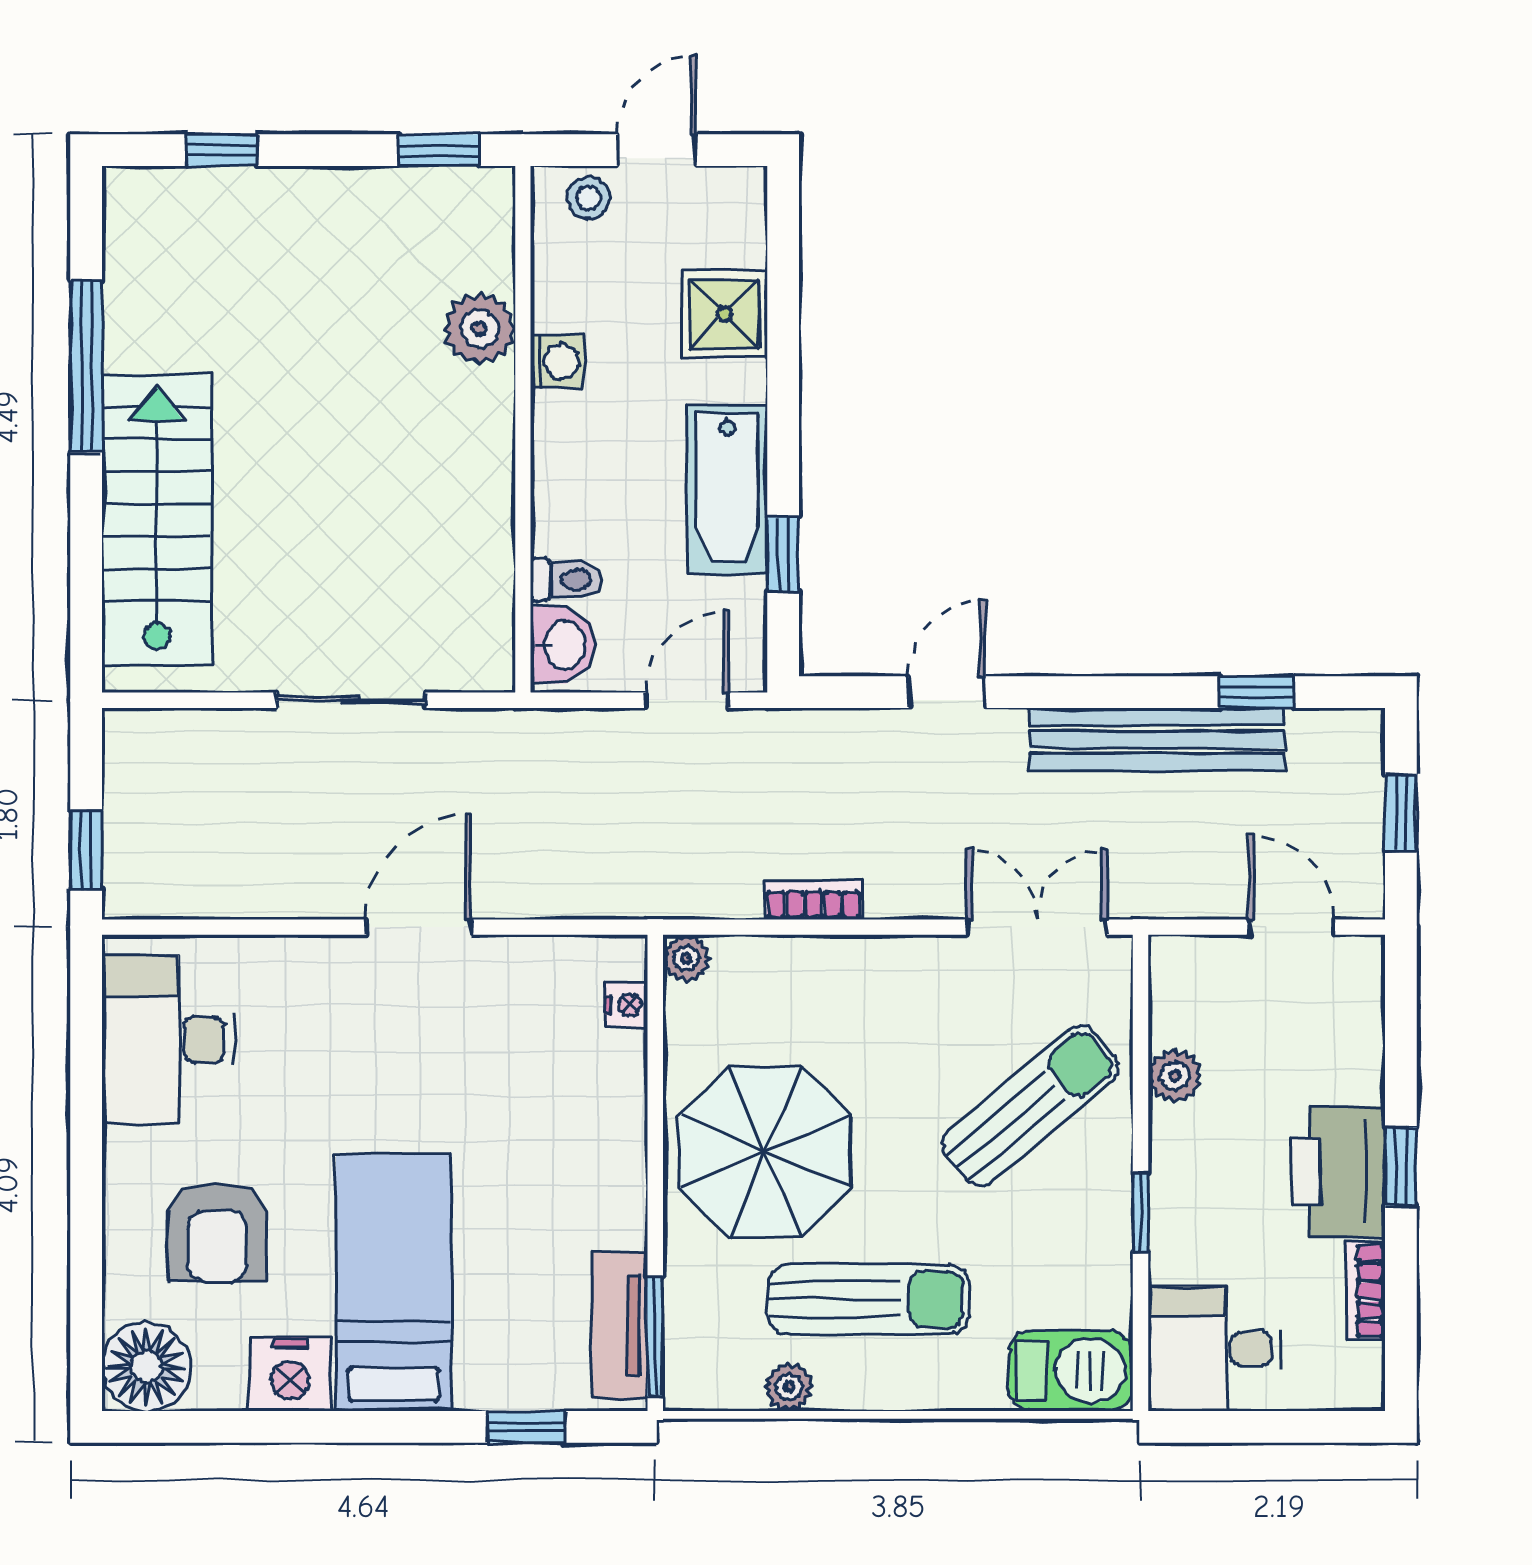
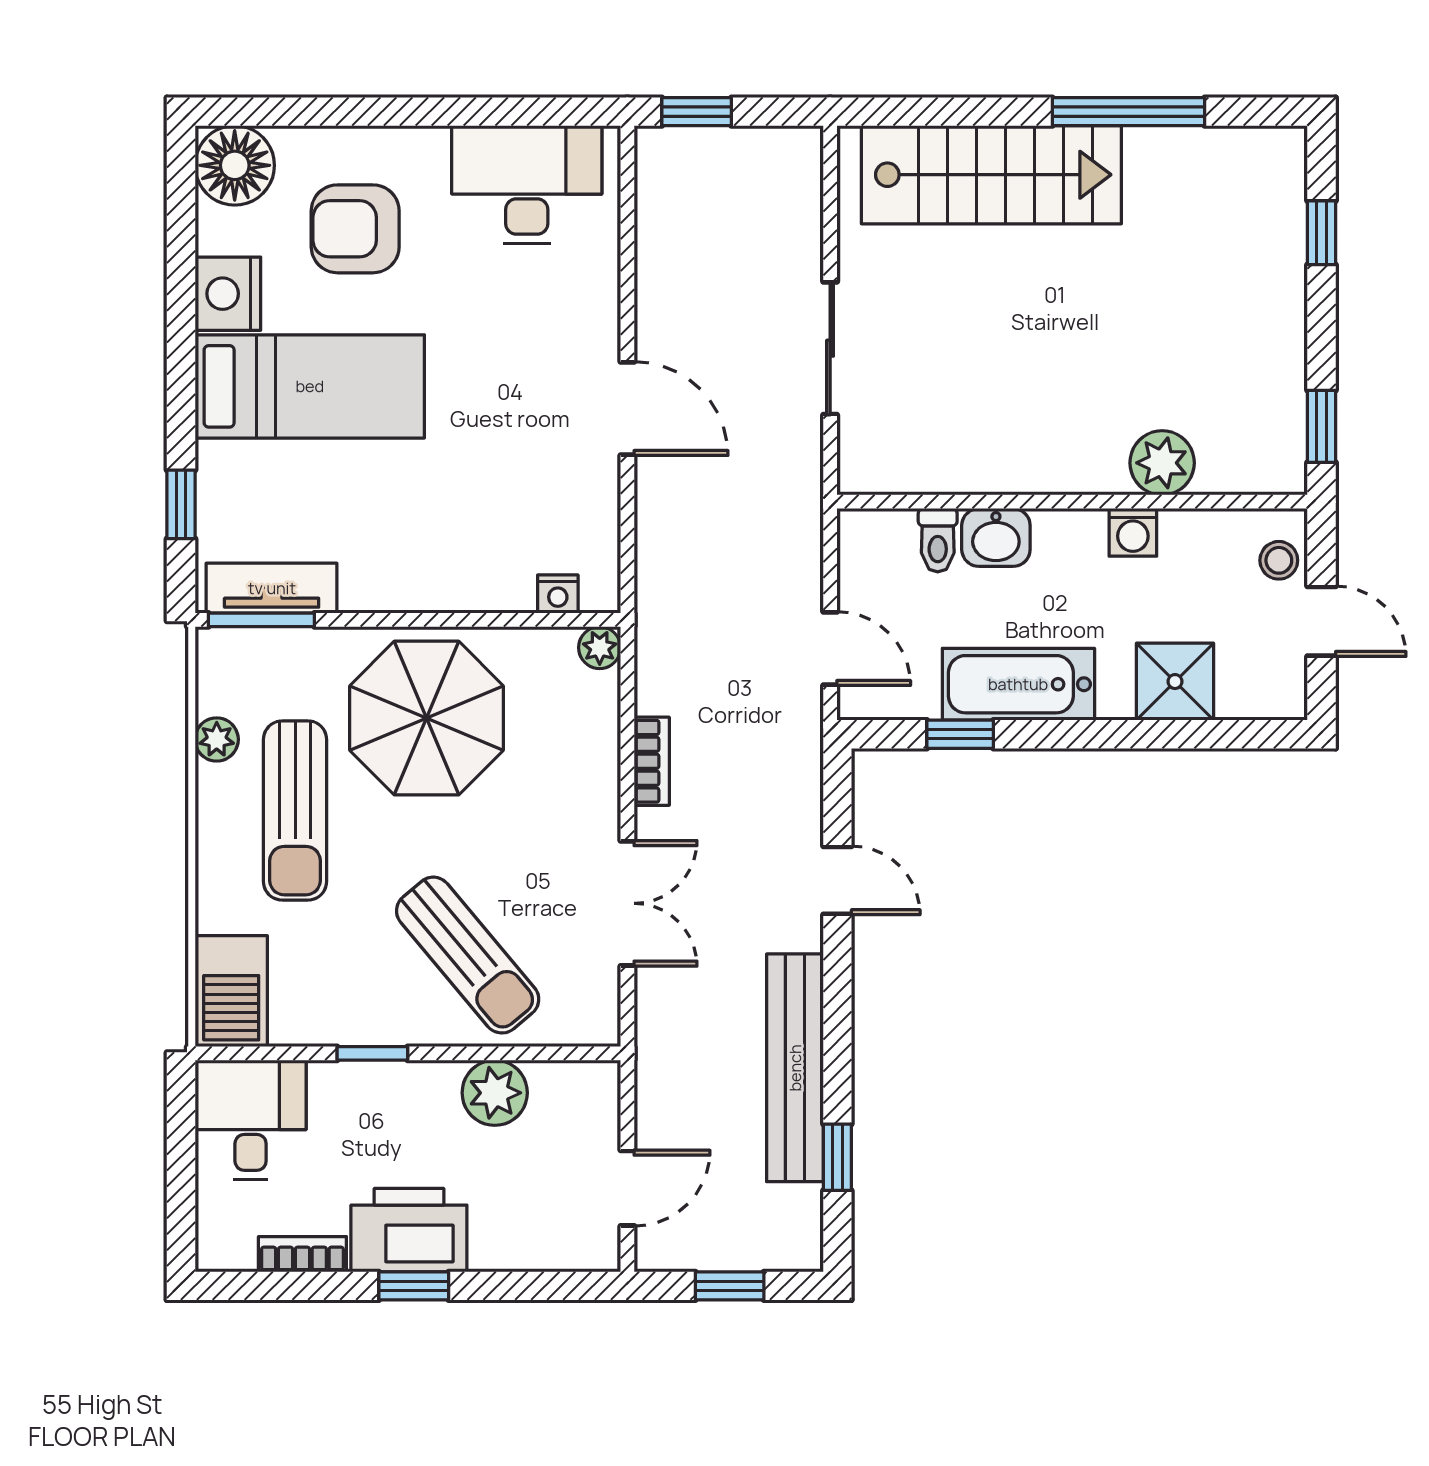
washbasin: (563, 645) -> (996, 537), moved
double door: (1037, 927) -> (627, 903), moved
plant: (1175, 1076) -> (495, 1093), width x1.38, depth x1.38

